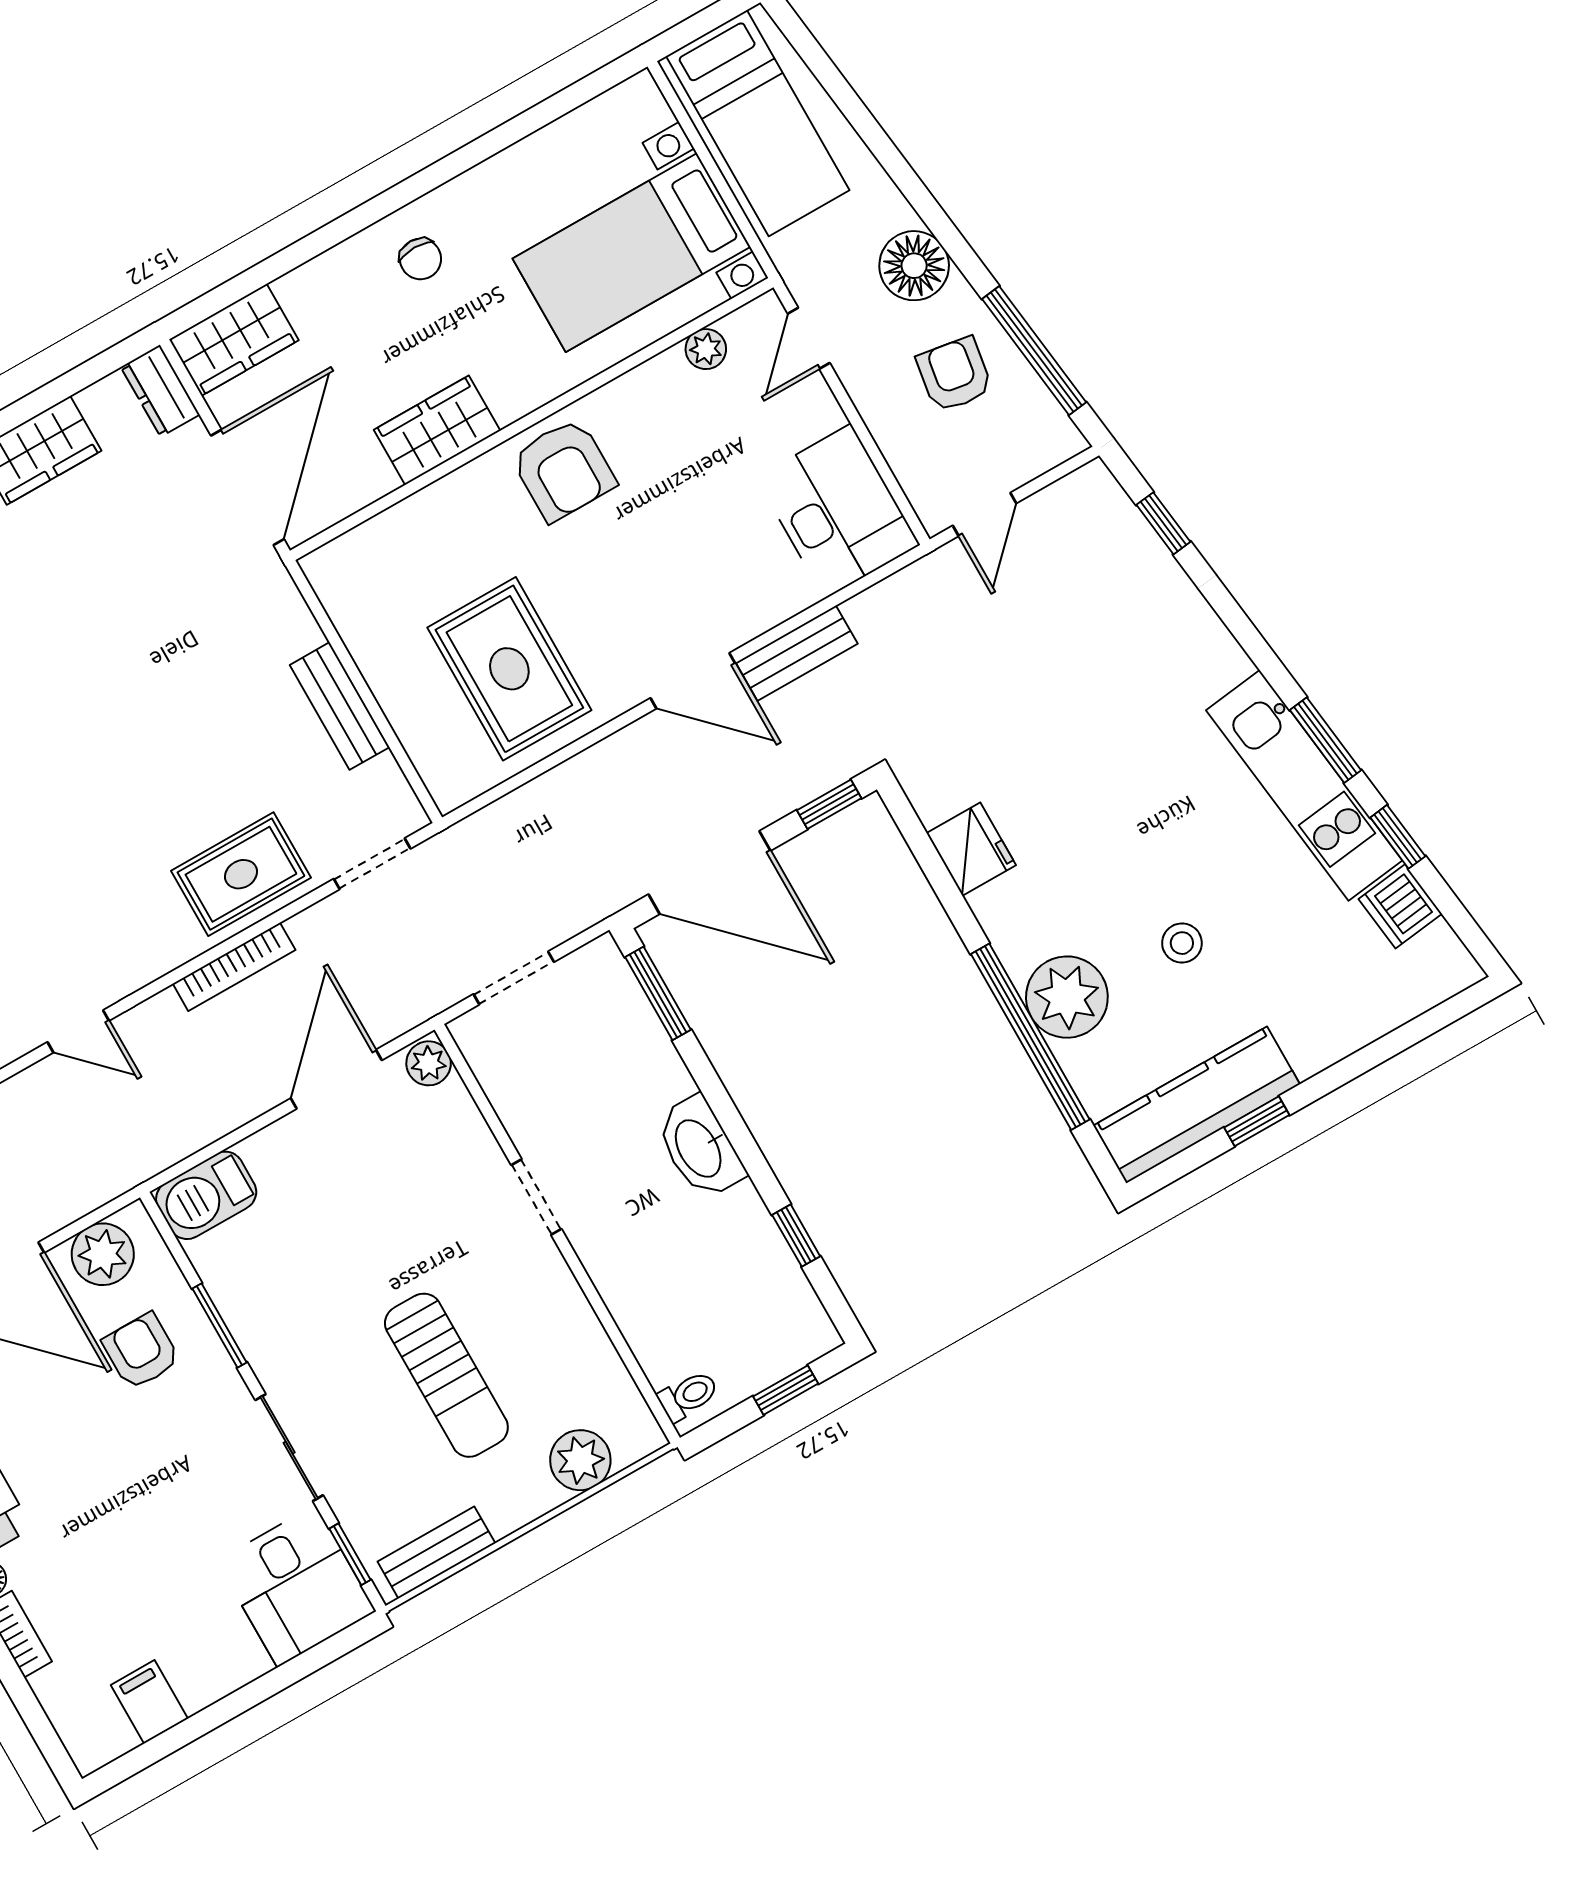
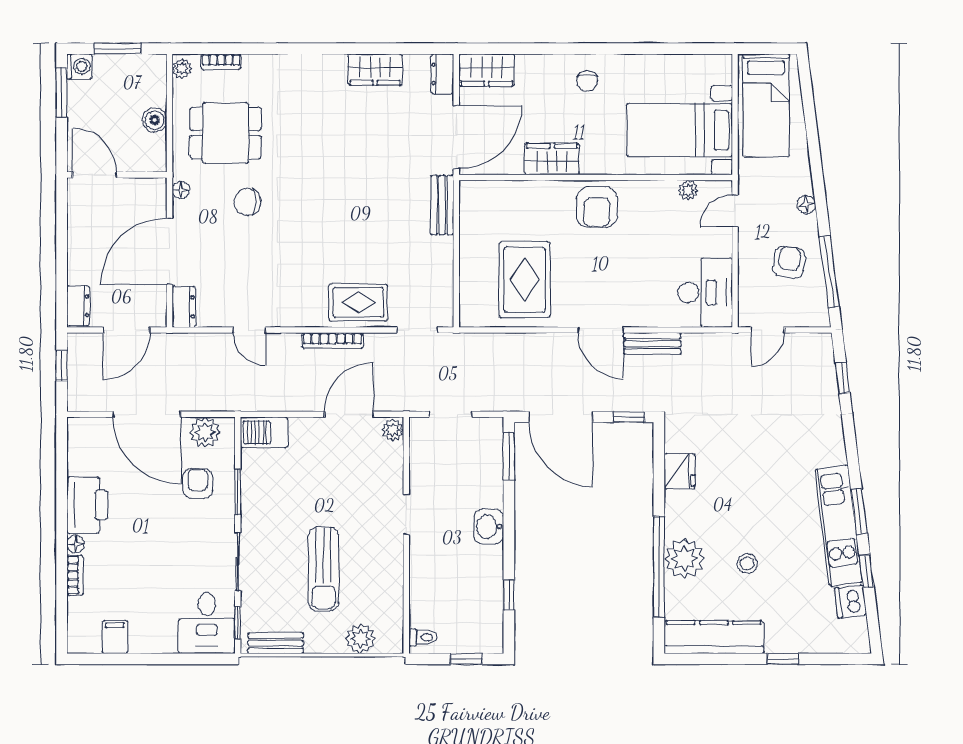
floor lamp: (914, 266) -> (806, 204), width x0.53, depth x0.53
bench: (340, 706) -> (442, 205), moved
window: (1257, 1121) -> (783, 659), moved
washbasin: (700, 1148) -> (489, 527), width x0.72

